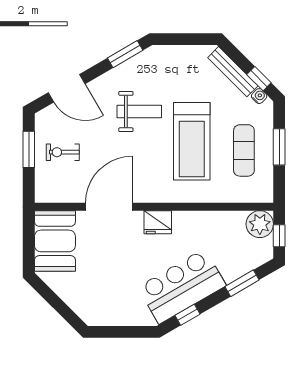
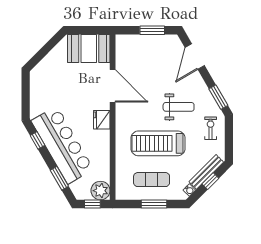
window: (259, 79) -> (210, 181), moved
weight bench: (139, 112) -> (179, 107), turned -90
exercise bike: (63, 152) -> (211, 128), moved
bar counter: (182, 286) -> (62, 145), width x1.36

